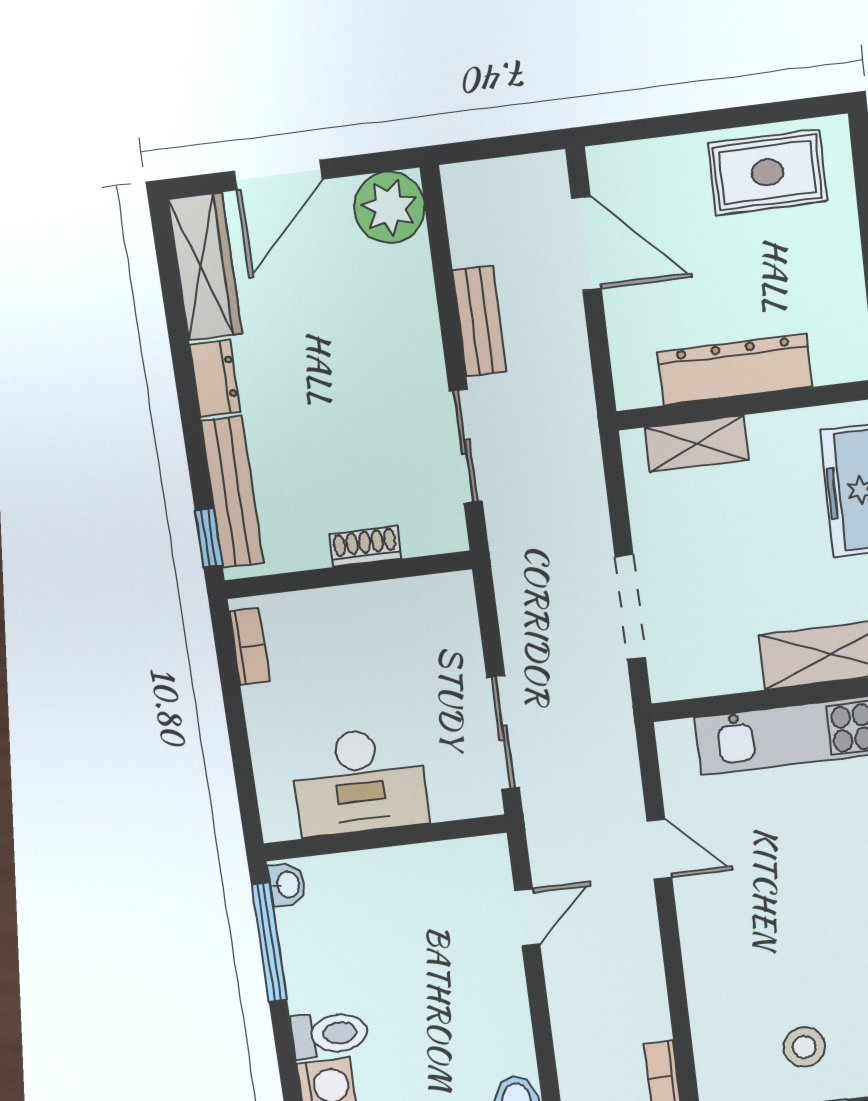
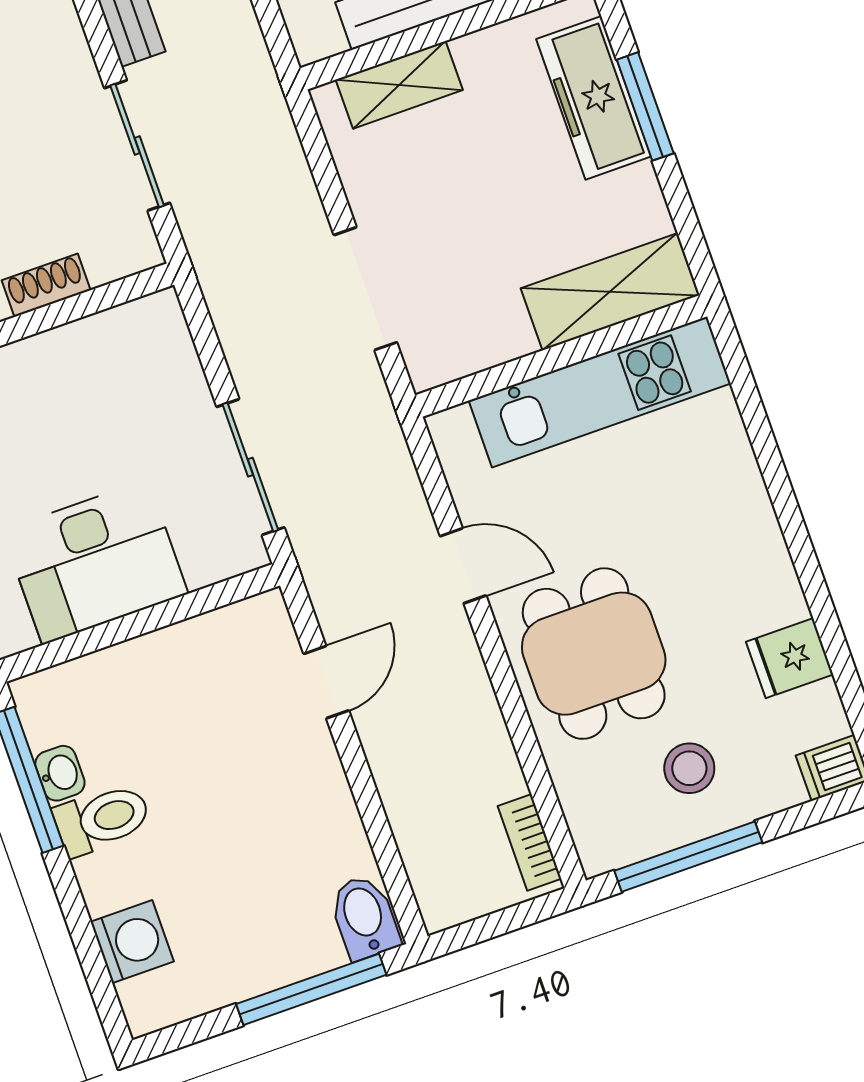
washbasin: (287, 885) -> (60, 773), moved
dining table: (749, 941) -> (594, 654), added
toilet: (330, 1034) -> (102, 819), moved

